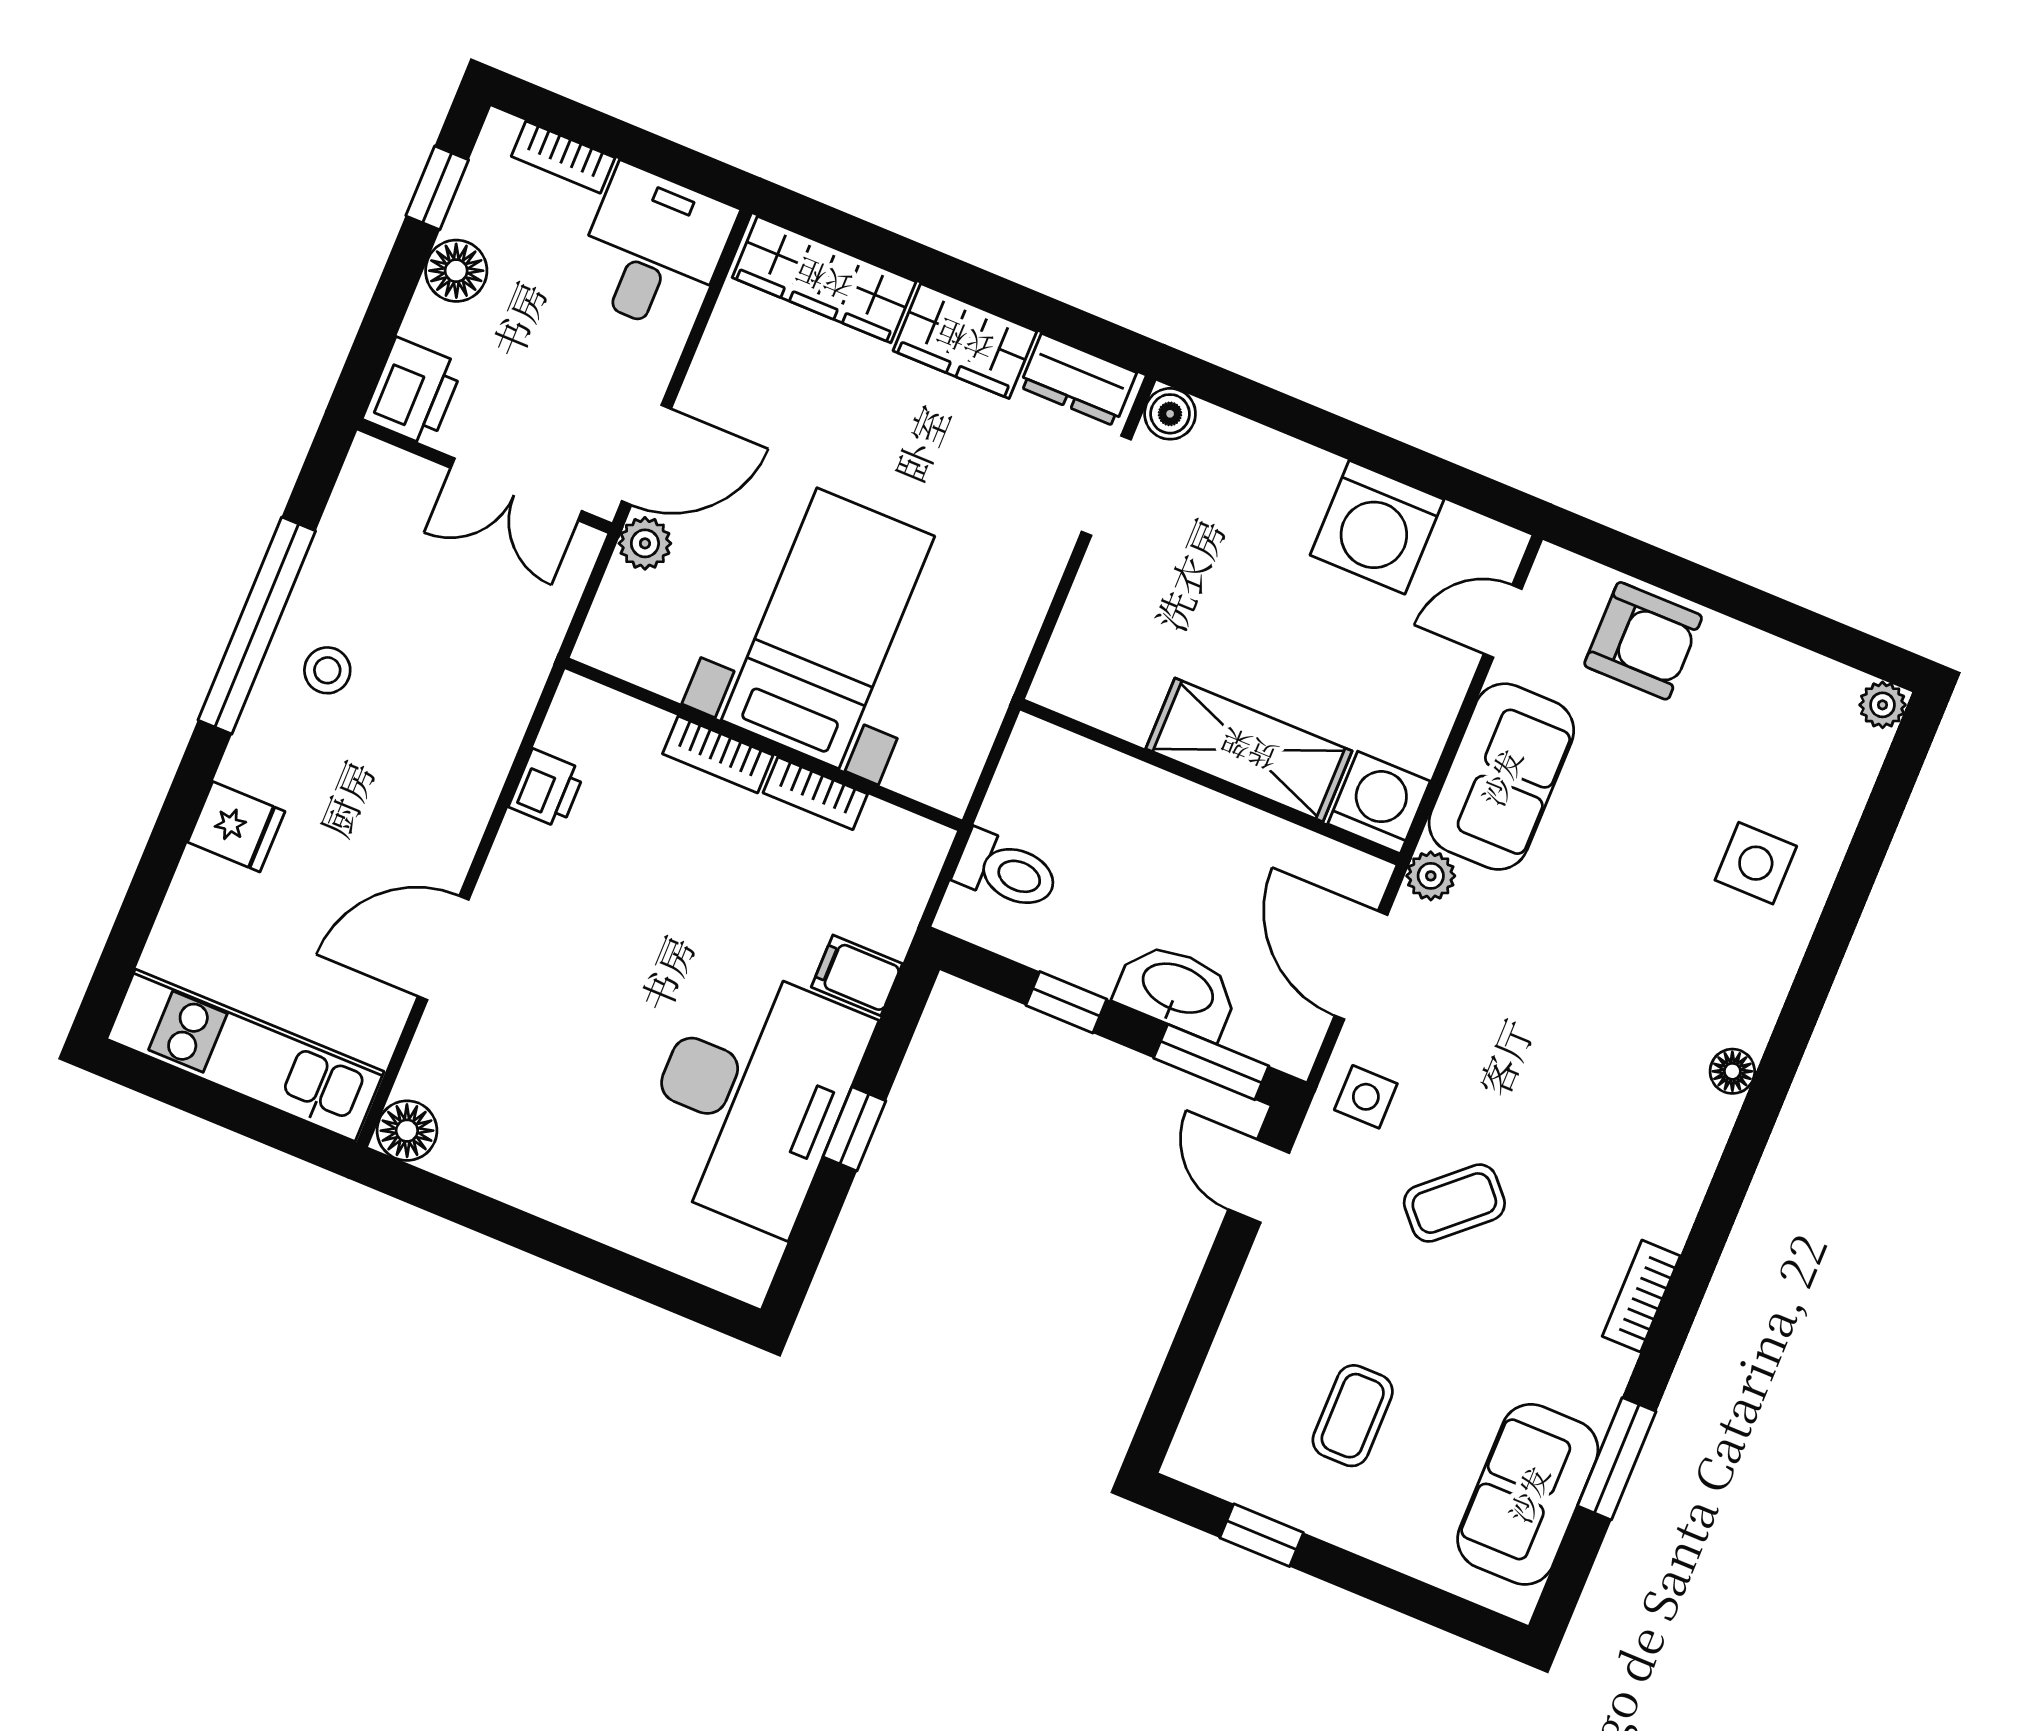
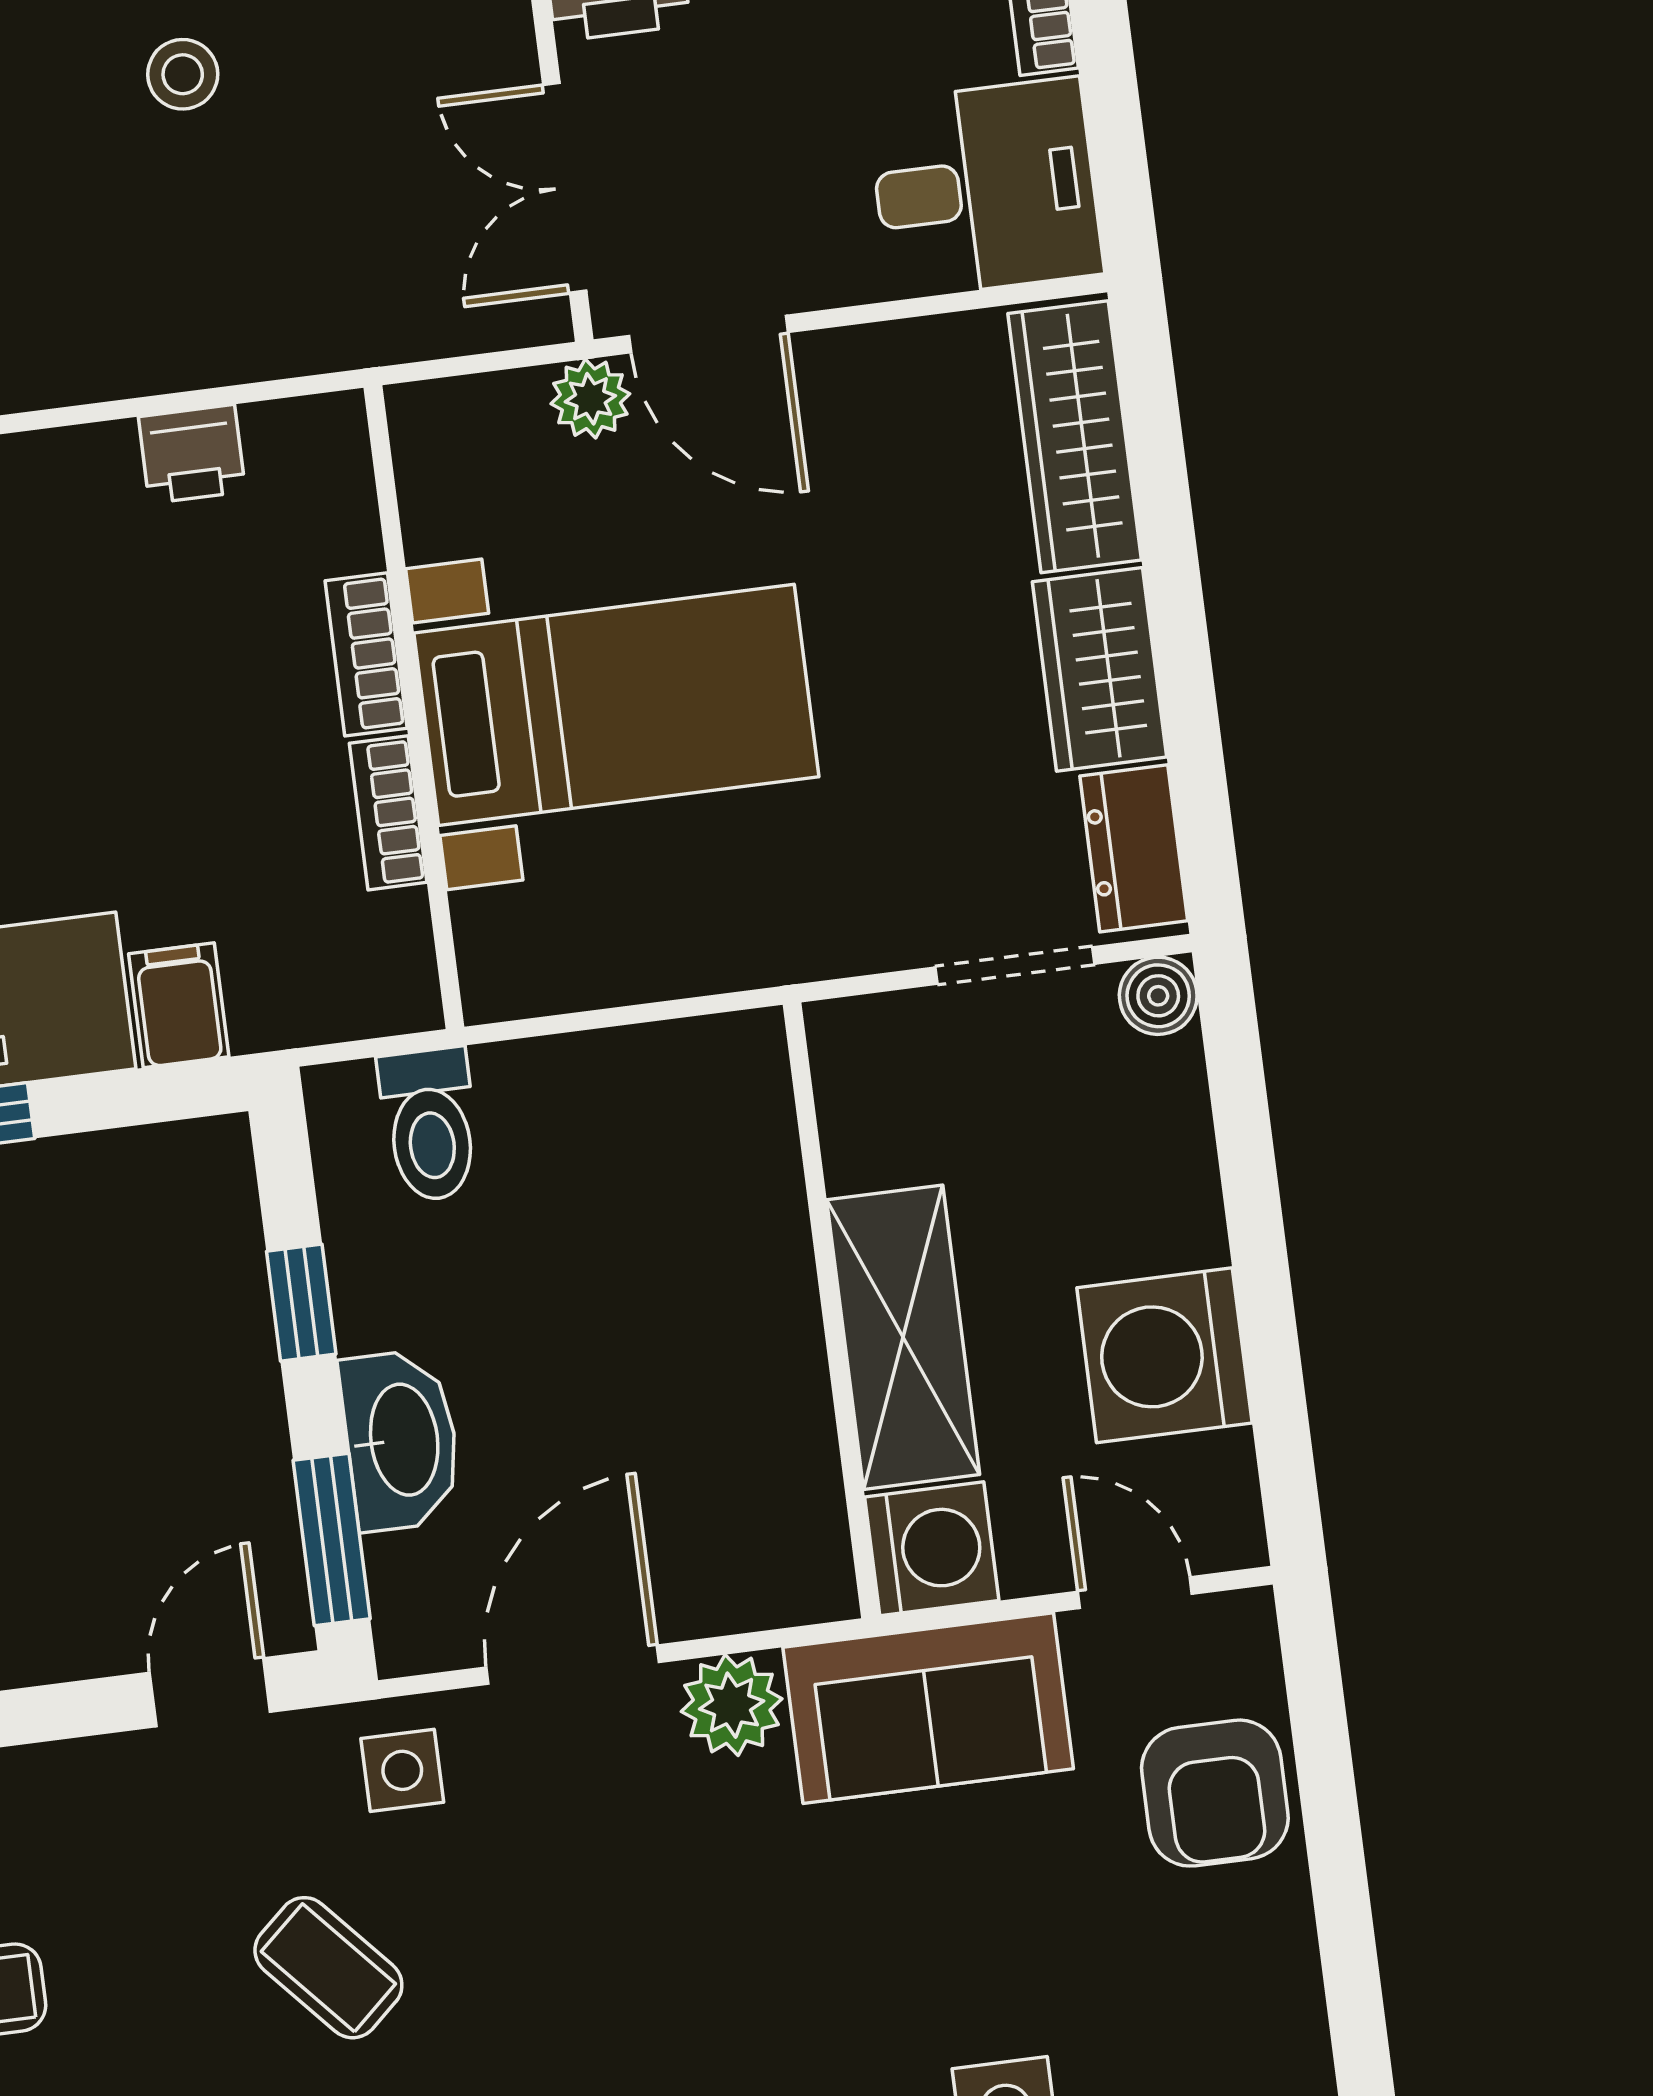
shelving: (1249, 750) -> (903, 1337), moved
wall: (1210, 782) -> (831, 1310), moved
washing machine: (1379, 802) -> (932, 1549), moved
plant: (1431, 876) -> (732, 1705), width x1.38, depth x1.38

